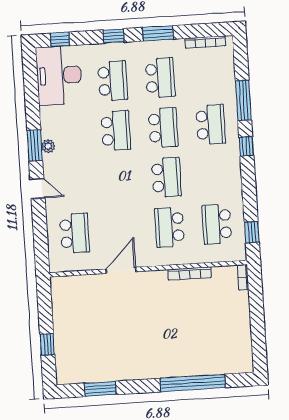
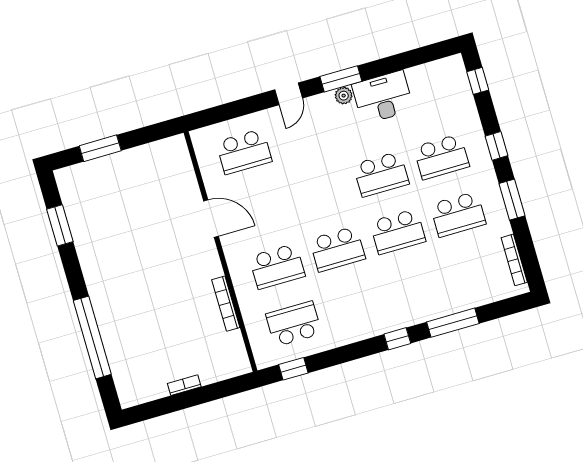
desk: (59, 75) -> (383, 97), moved, width x0.73, depth x0.77
school desk: (211, 125) -> (414, 289), removed
school desk: (169, 227) -> (277, 266), turned 180
bookcase: (243, 277) -> (184, 385), moved
window: (47, 344) -> (100, 148), width x1.50

